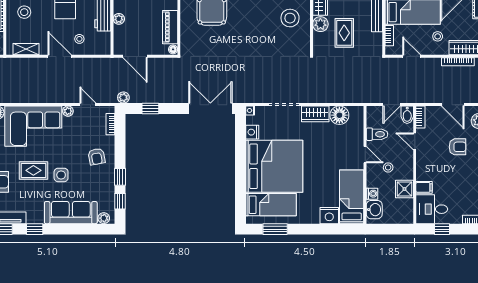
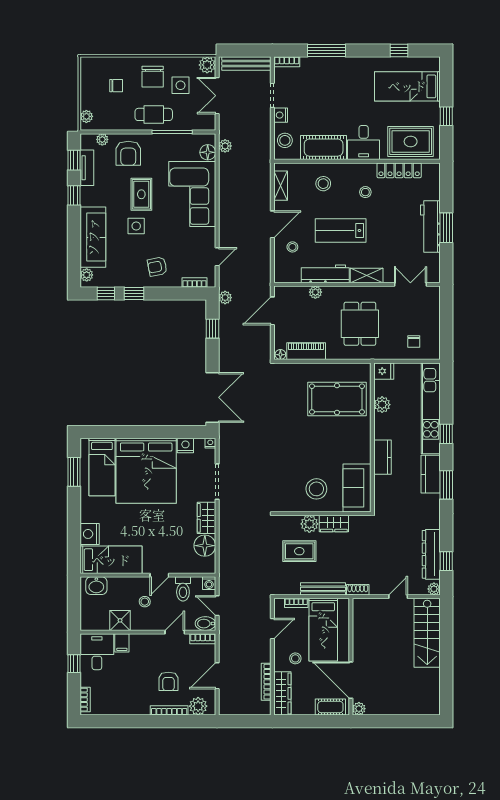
plant: (68, 111) -> (210, 234), removed
washing machine: (372, 194) -> (209, 583), moved

